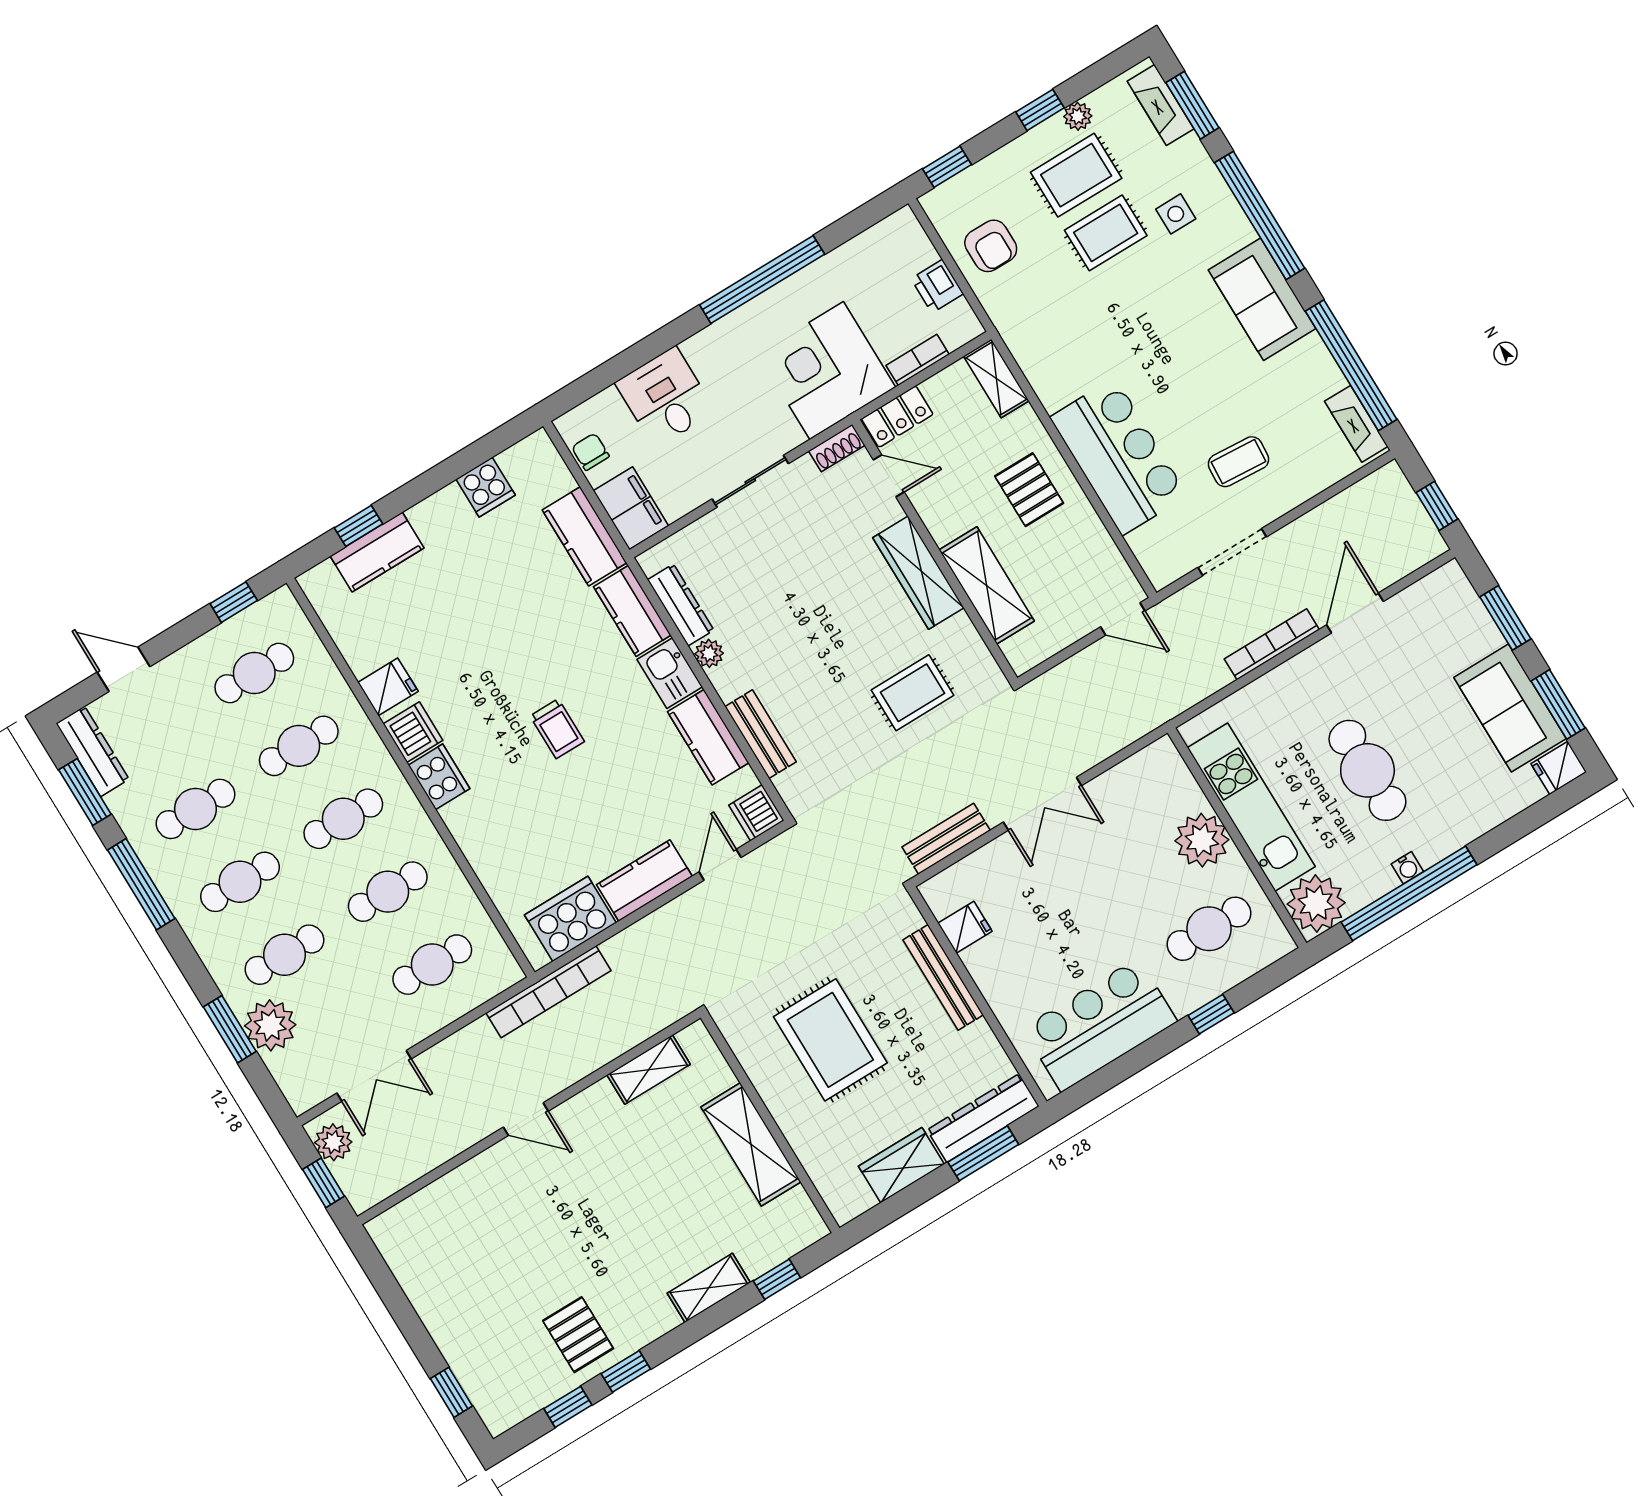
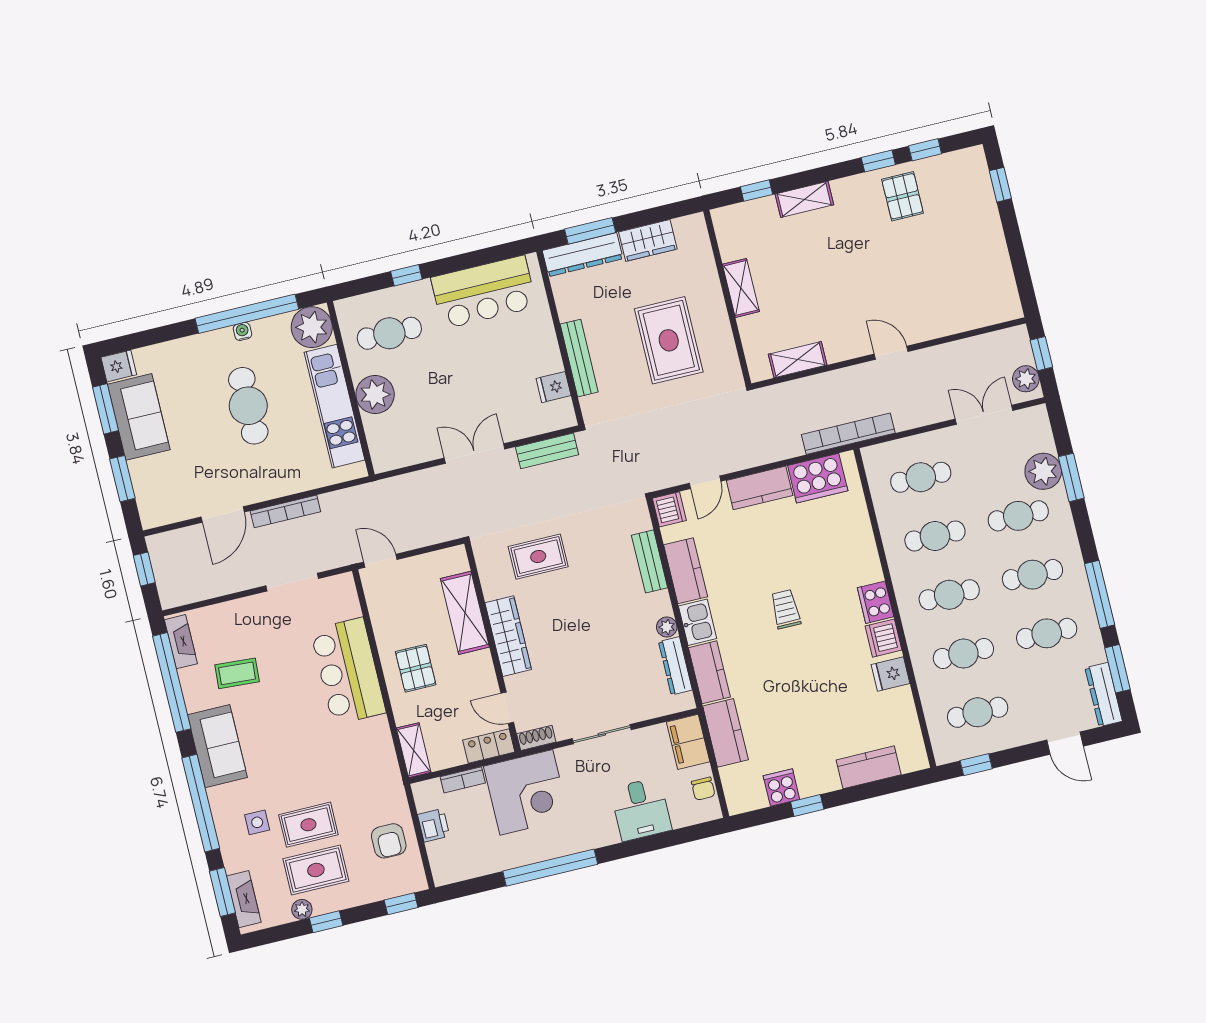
armchair: (991, 246) -> (389, 841), turned 180
coffee table: (1239, 462) -> (237, 673), moved
window: (358, 526) -> (807, 805), moved
shelving: (751, 1144) -> (741, 288), width x0.67, depth x0.75

